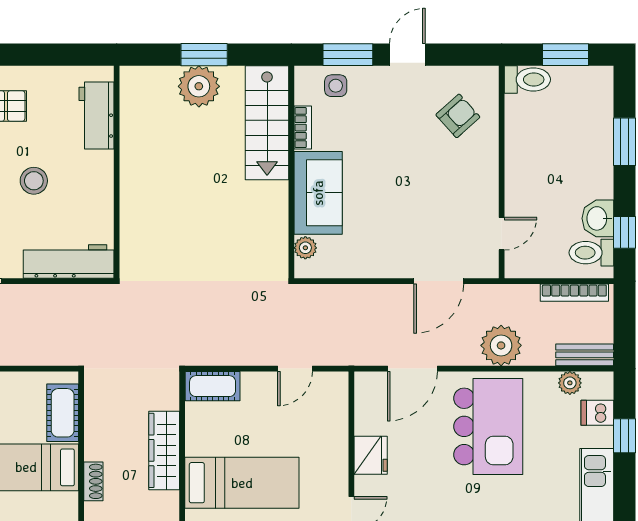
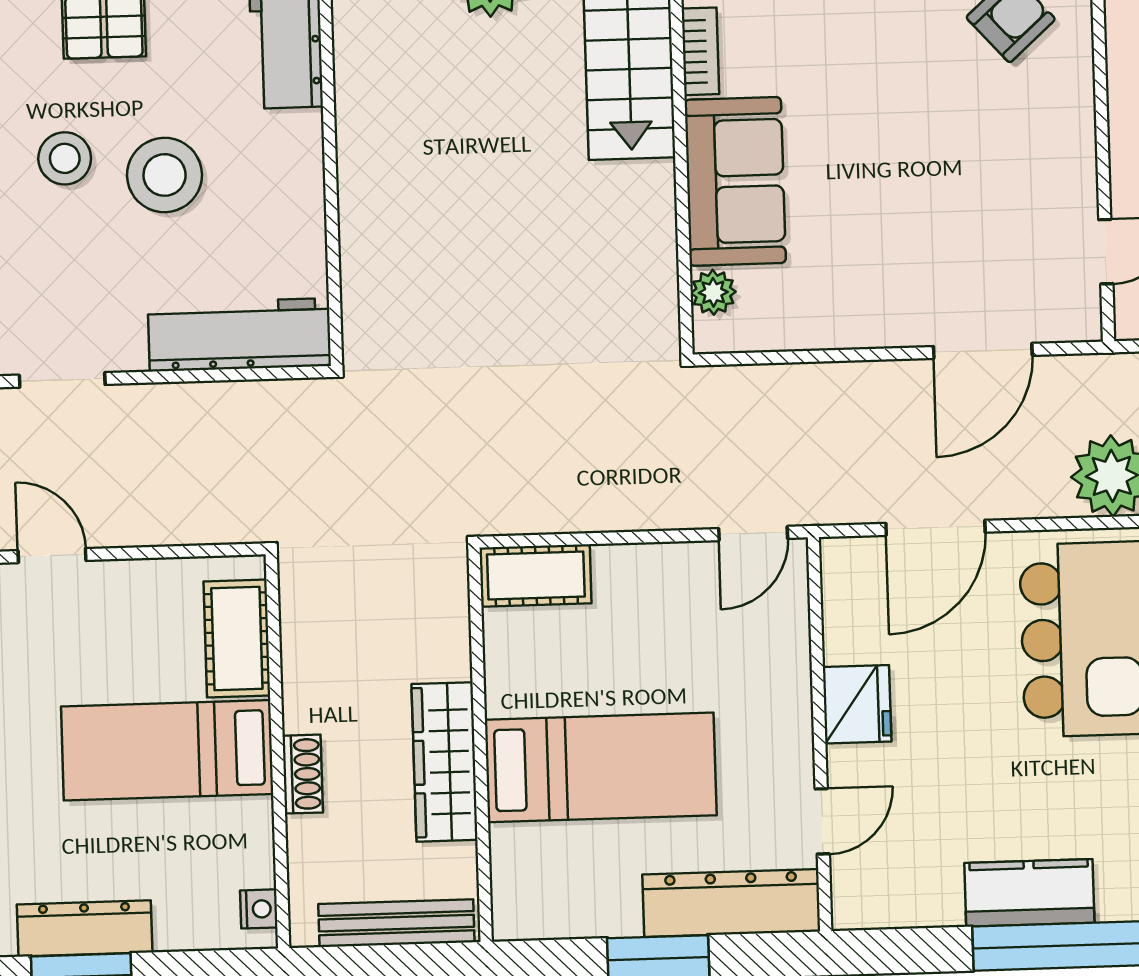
stool: (34, 181) -> (165, 175), width x1.38, depth x1.38
door: (295, 369) -> (753, 534), moved
wardrobe: (164, 450) -> (445, 762), moved

